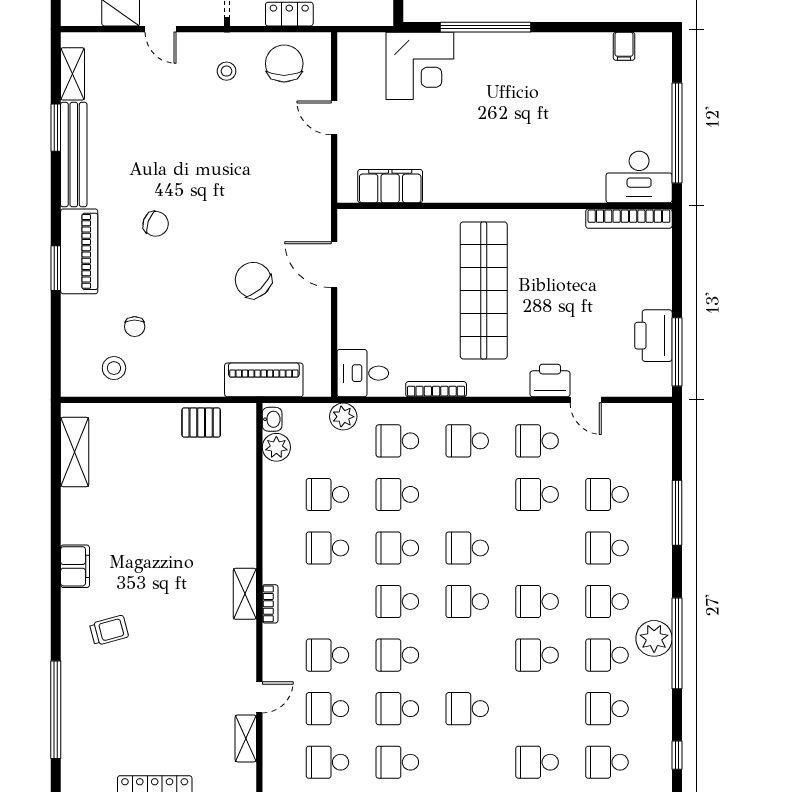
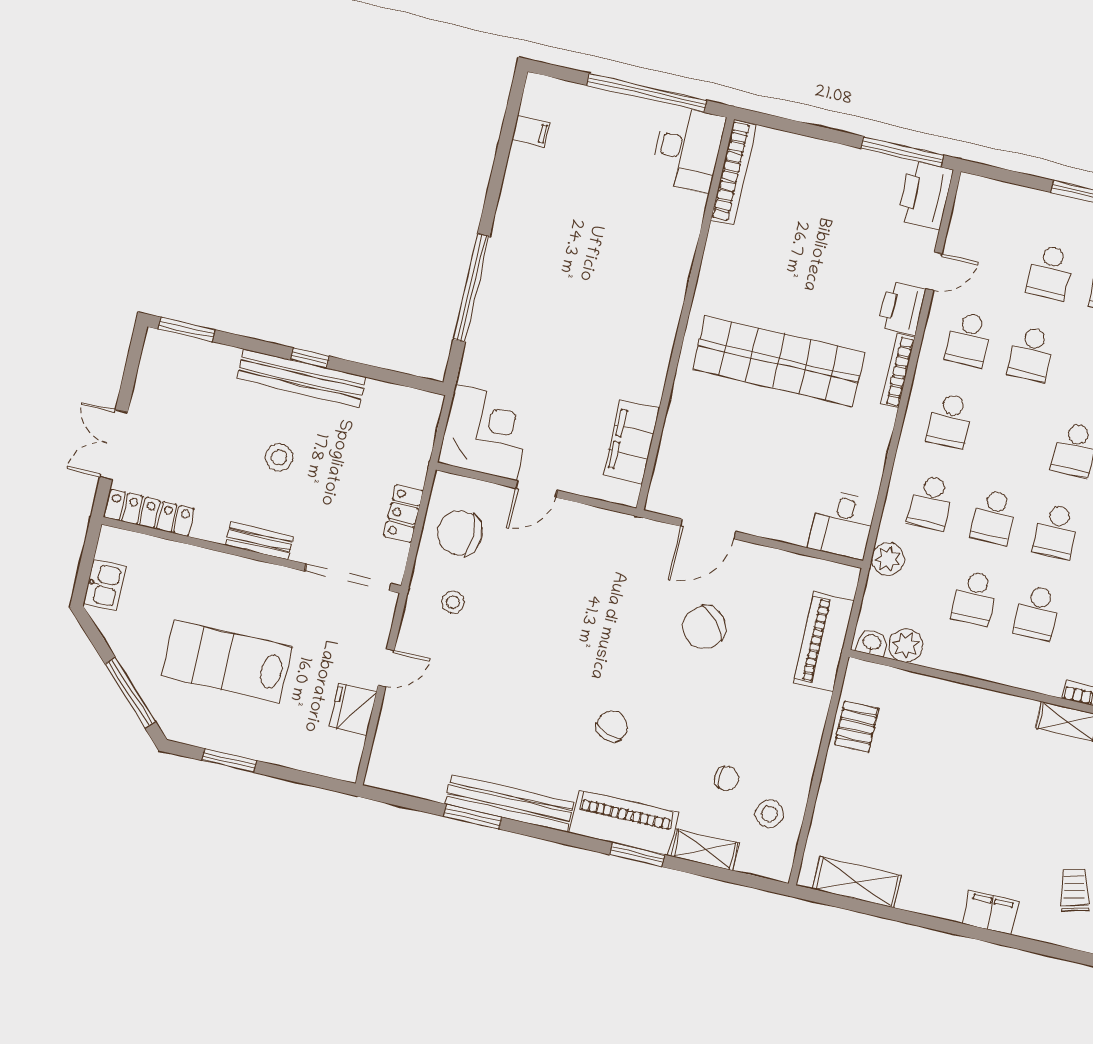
corner desk: (420, 66) -> (486, 432), moved
shelving: (73, 74) -> (705, 850), moved
printer: (653, 336) -> (925, 195), moved, turned 90
bookcase: (436, 389) -> (898, 371), moved

